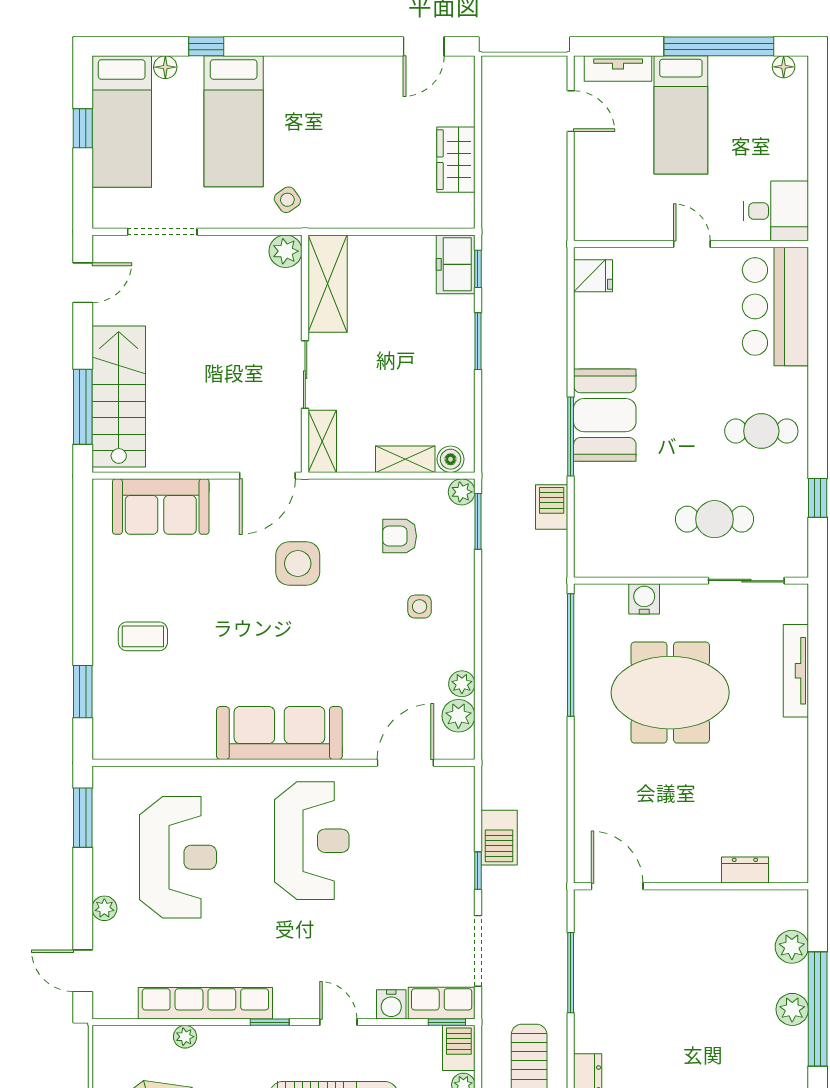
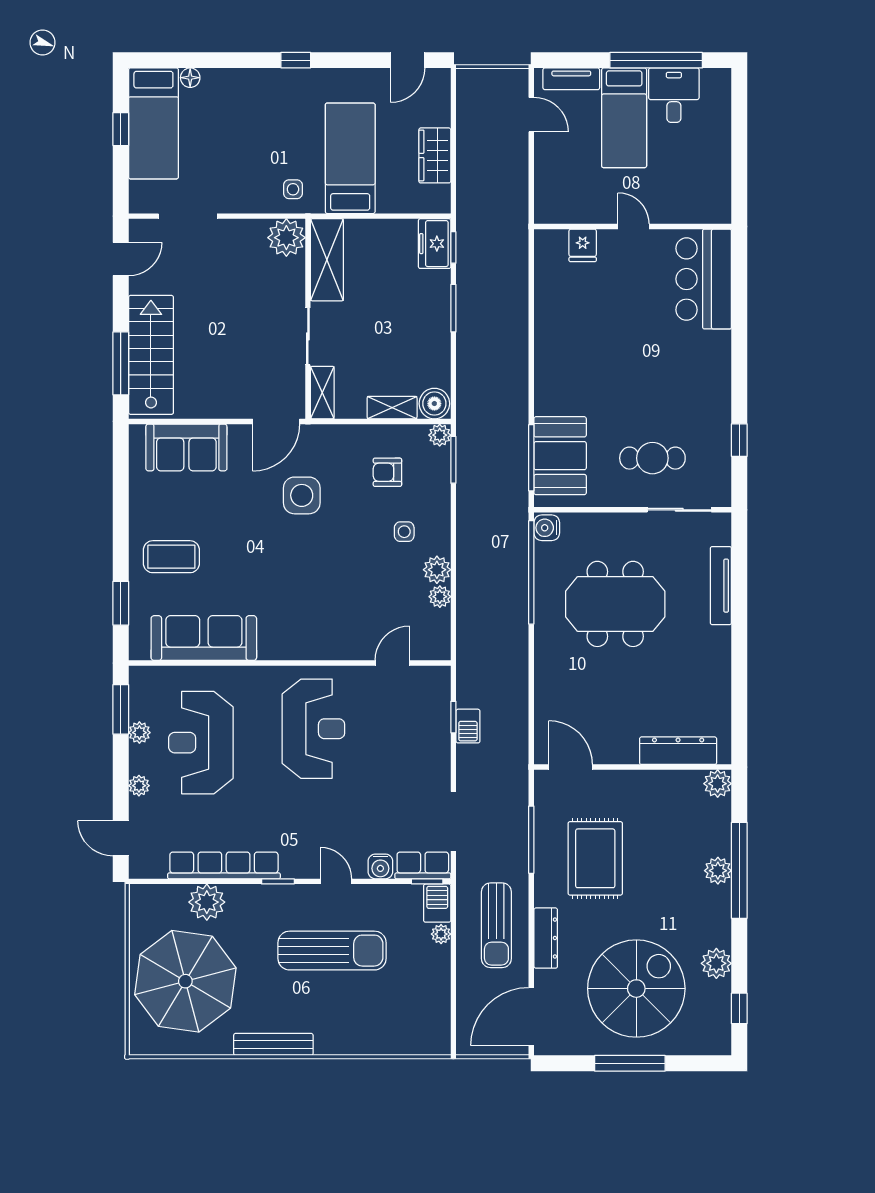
window: (206, 46) -> (296, 60), moved
floor lamp: (784, 67) -> (711, 77), removed
bed: (234, 121) -> (350, 158), moved, turned 180
side table: (287, 200) -> (293, 189), turned 35
desk: (776, 211) -> (674, 95), moved, turned -90
plant: (286, 251) -> (286, 238), width x1.36, depth x1.36
fridge: (593, 276) -> (583, 245), moved, turned 90
booth: (605, 415) -> (560, 456), moved
cafe table: (761, 431) -> (692, 384), removed
window: (571, 436) -> (531, 458), moved
boiler: (451, 459) -> (434, 404), width x1.36, depth x1.36
barbecue: (552, 507) -> (515, 448), removed
water cooler: (644, 599) -> (547, 528), moved, turned -90
coffee table: (143, 636) -> (171, 557), width x1.36, depth x1.30
plant: (458, 716) -> (437, 570), moved
sofa: (279, 733) -> (204, 638), moved
door: (405, 763) -> (392, 663), width x0.73
barbecue: (499, 838) -> (468, 726), width x0.73, depth x0.79
plant: (105, 845) -> (139, 733), added
reception desk: (178, 857) -> (201, 743), turned 180
dresser: (745, 870) -> (678, 751), width x1.96, depth x1.24
window: (478, 871) -> (453, 717), moved
plant: (792, 947) -> (718, 784), moved
rug: (647, 995) -> (595, 858), added
plant: (185, 1037) -> (207, 902), width x1.88, depth x1.88

